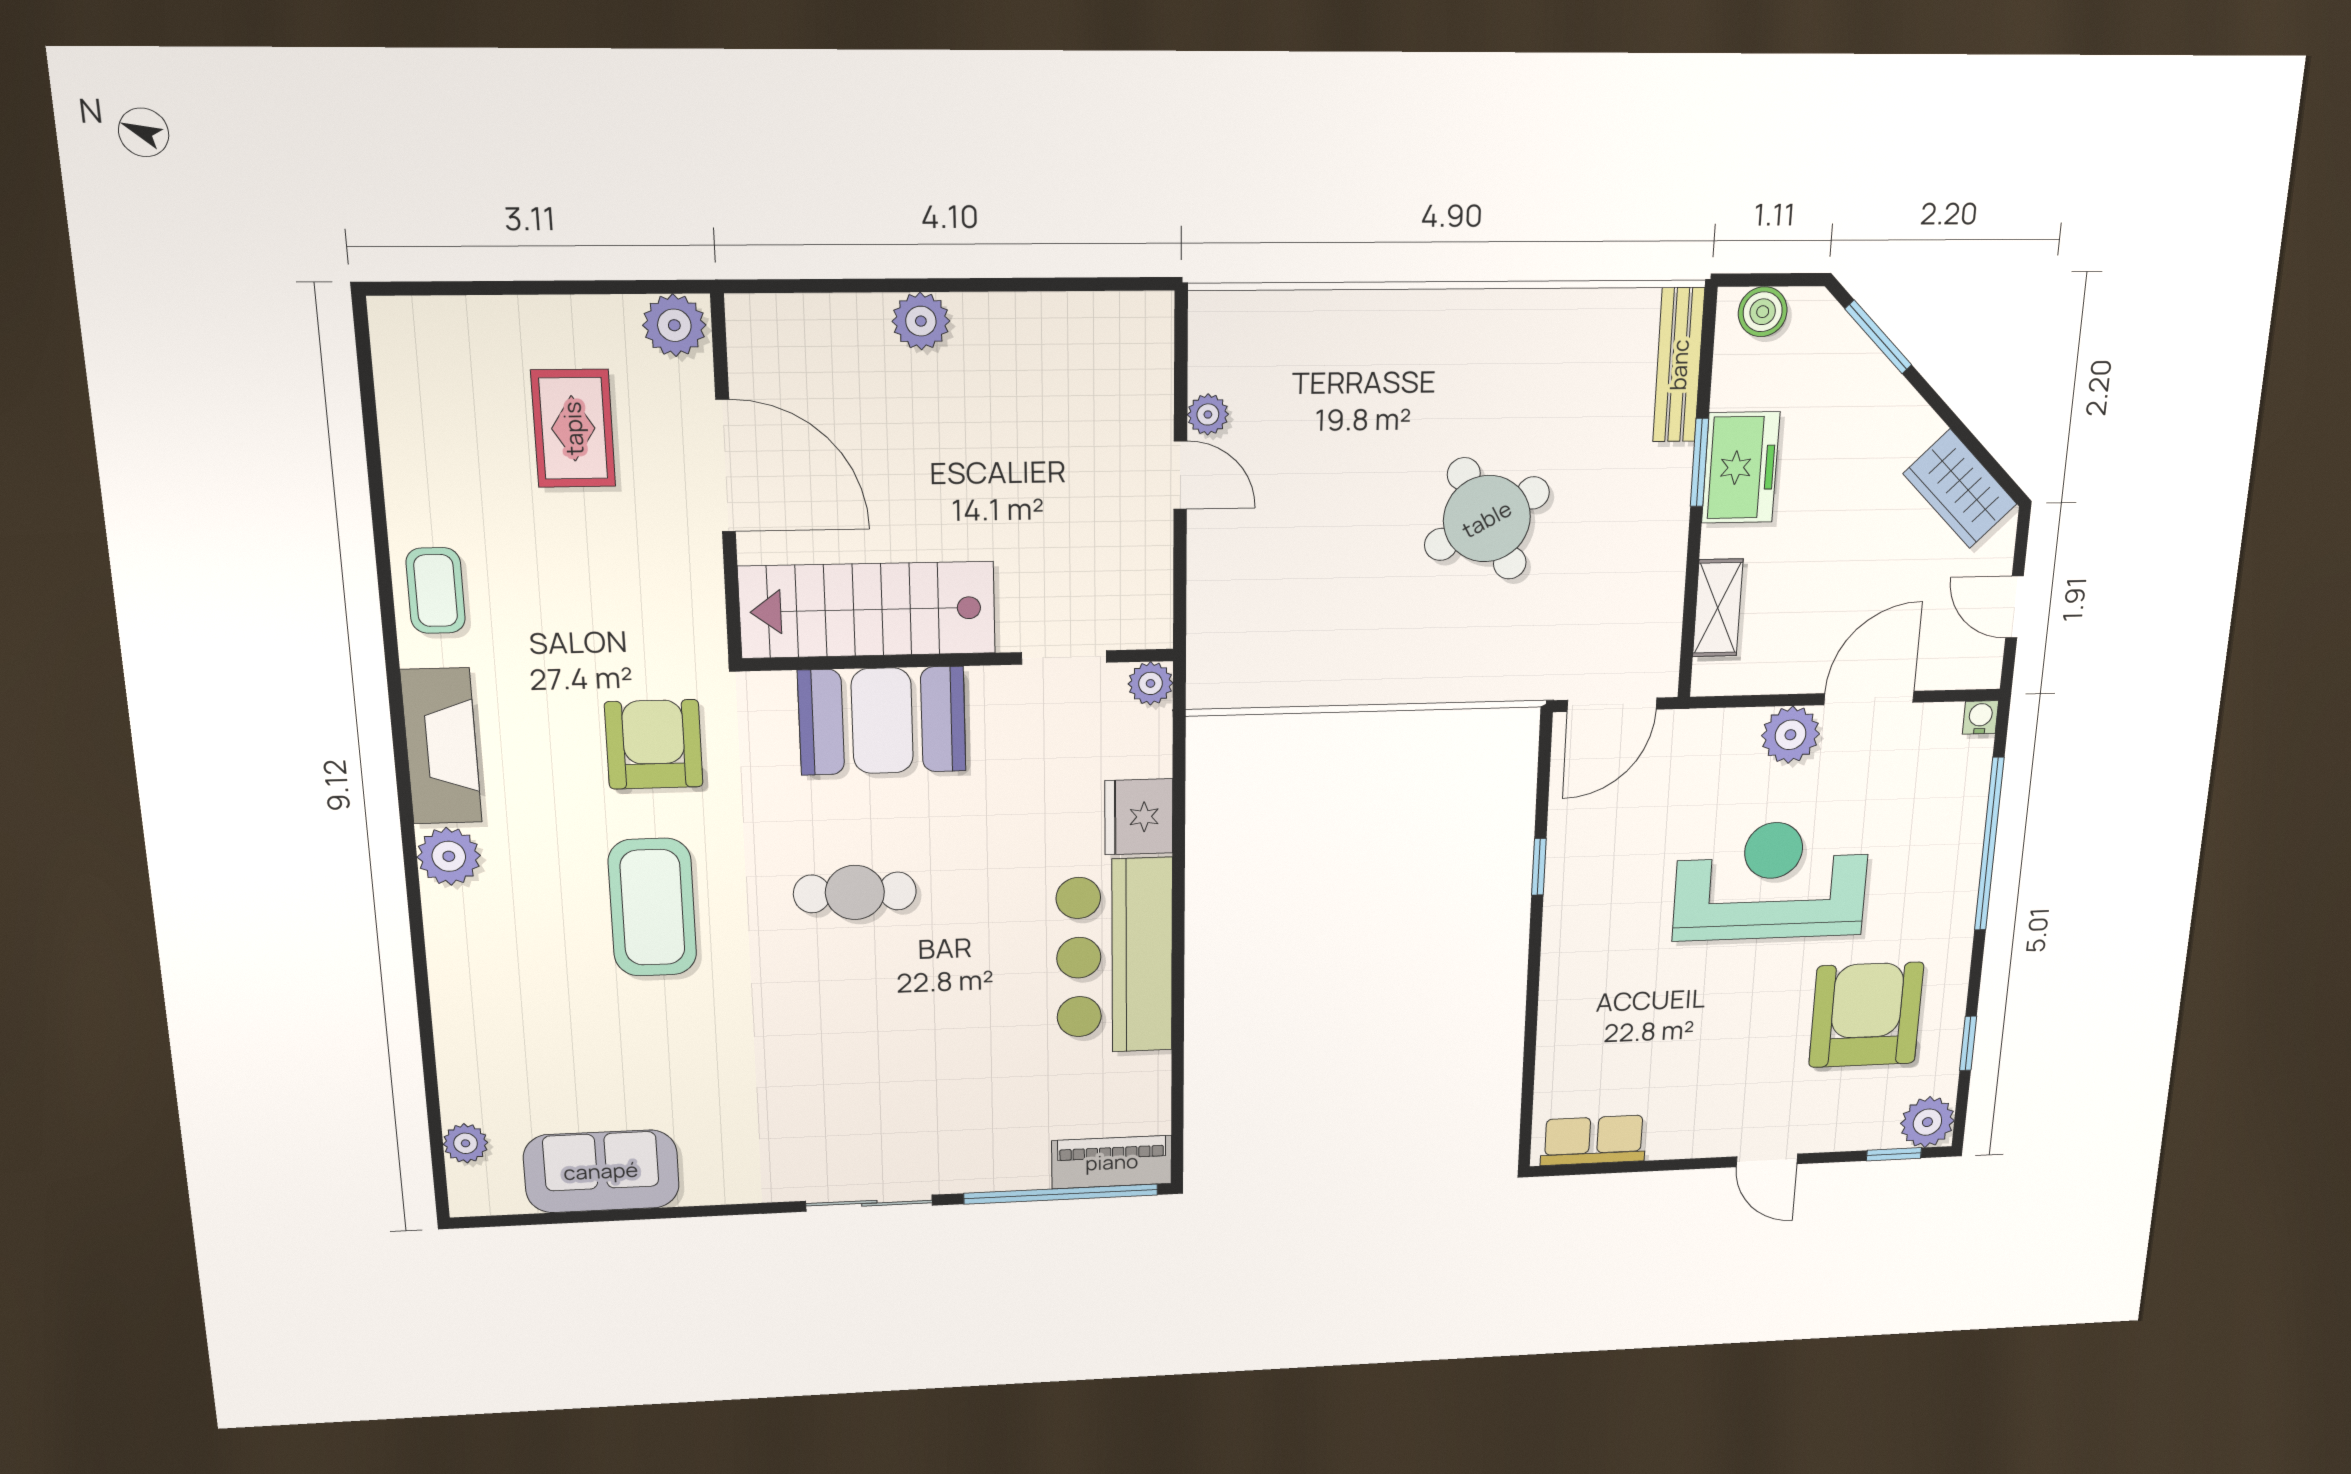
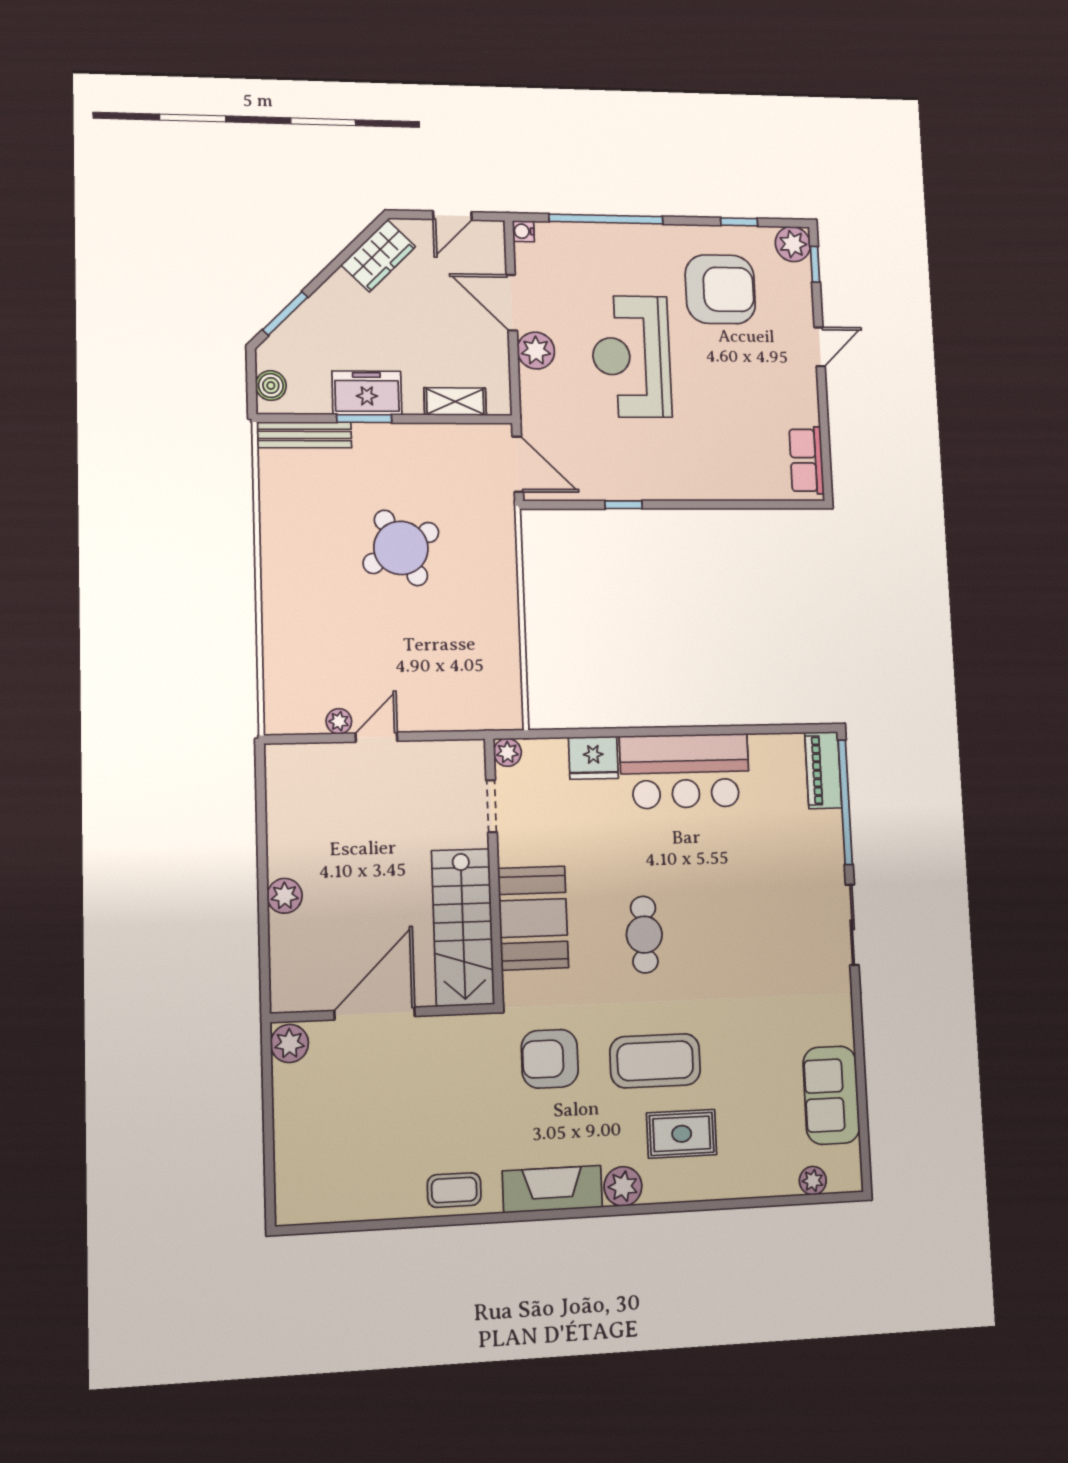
rug: (573, 428) -> (682, 1134), moved
armchair: (1866, 1015) -> (720, 289), turned 180

